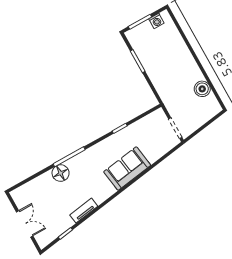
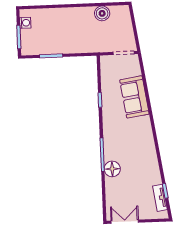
sofa: (127, 169) -> (134, 97), moved
tv unit: (84, 211) -> (160, 198), moved
double door: (25, 224) -> (125, 222), moved

